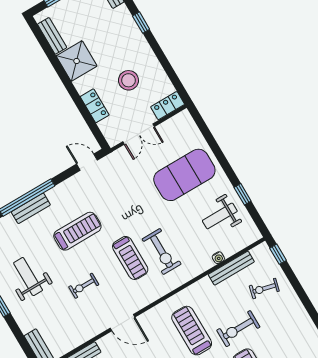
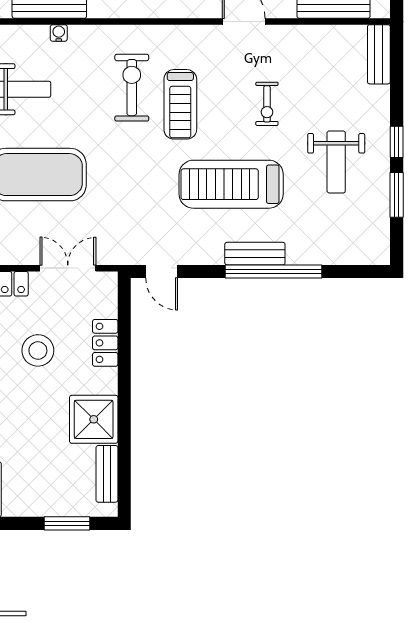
bench: (31, 208) -> (255, 254), moved
treadmill: (77, 231) -> (231, 184), width x1.37, depth x1.38
treadmill: (130, 258) -> (180, 104), turned 180
exercise bike: (84, 286) -> (267, 104), turned 90

